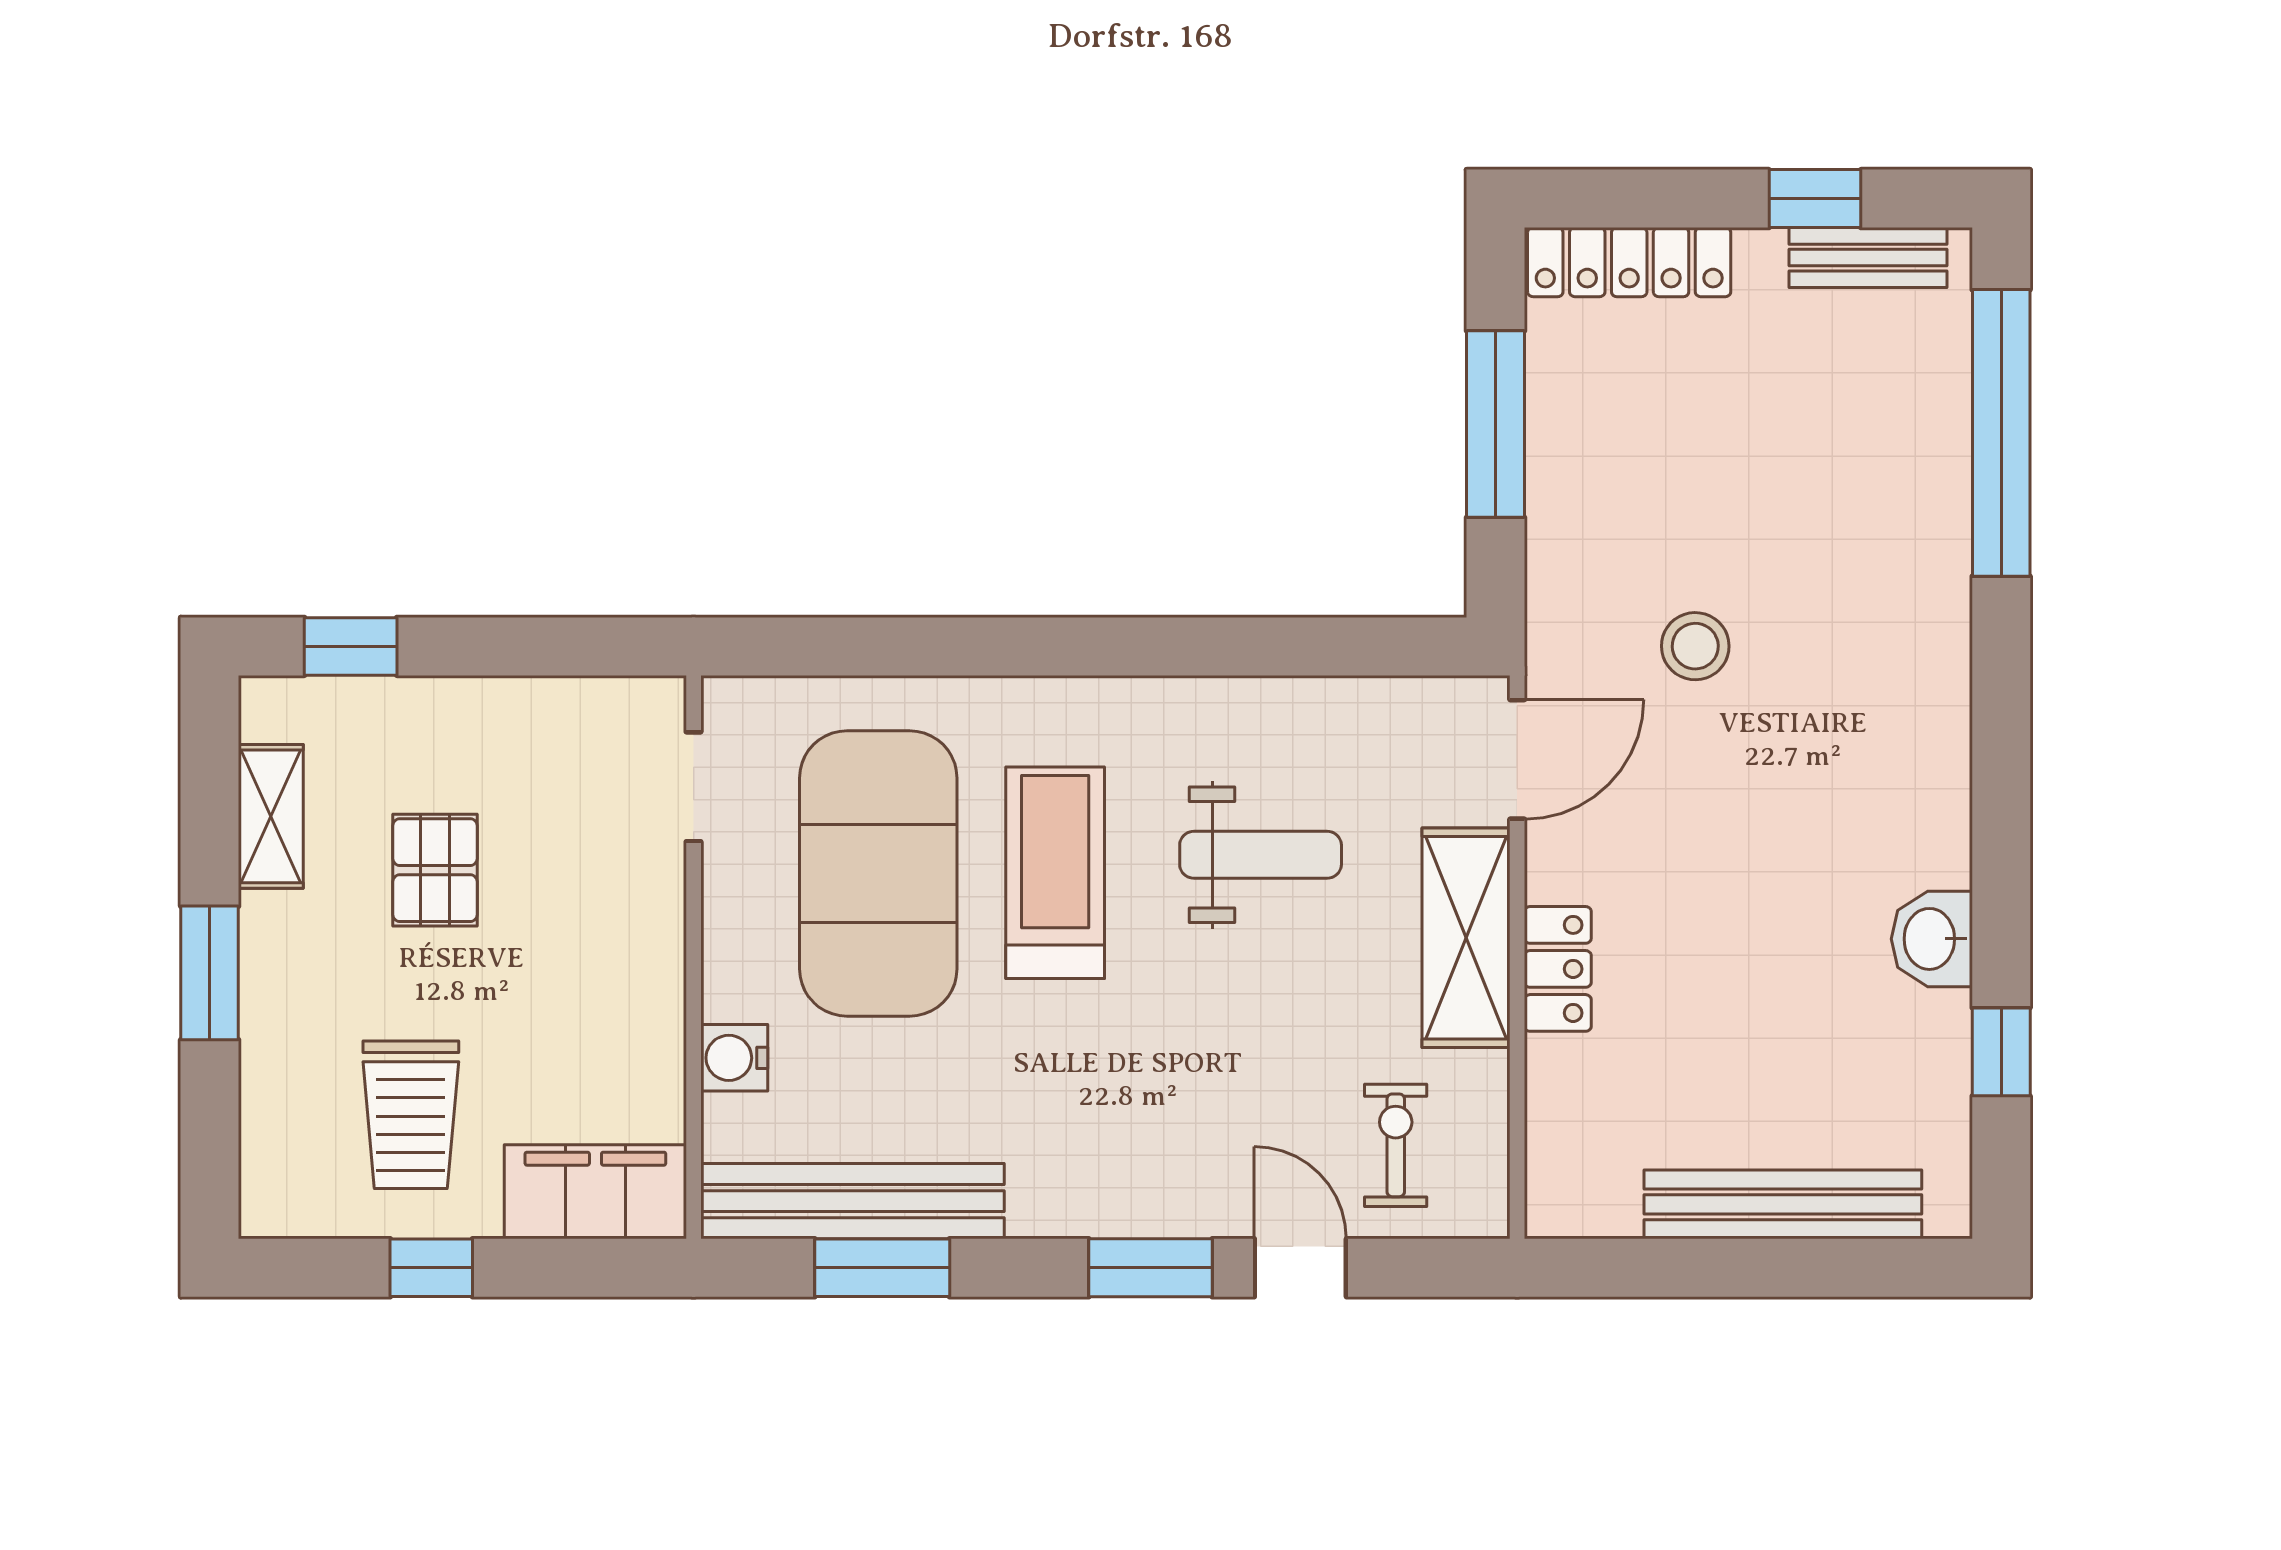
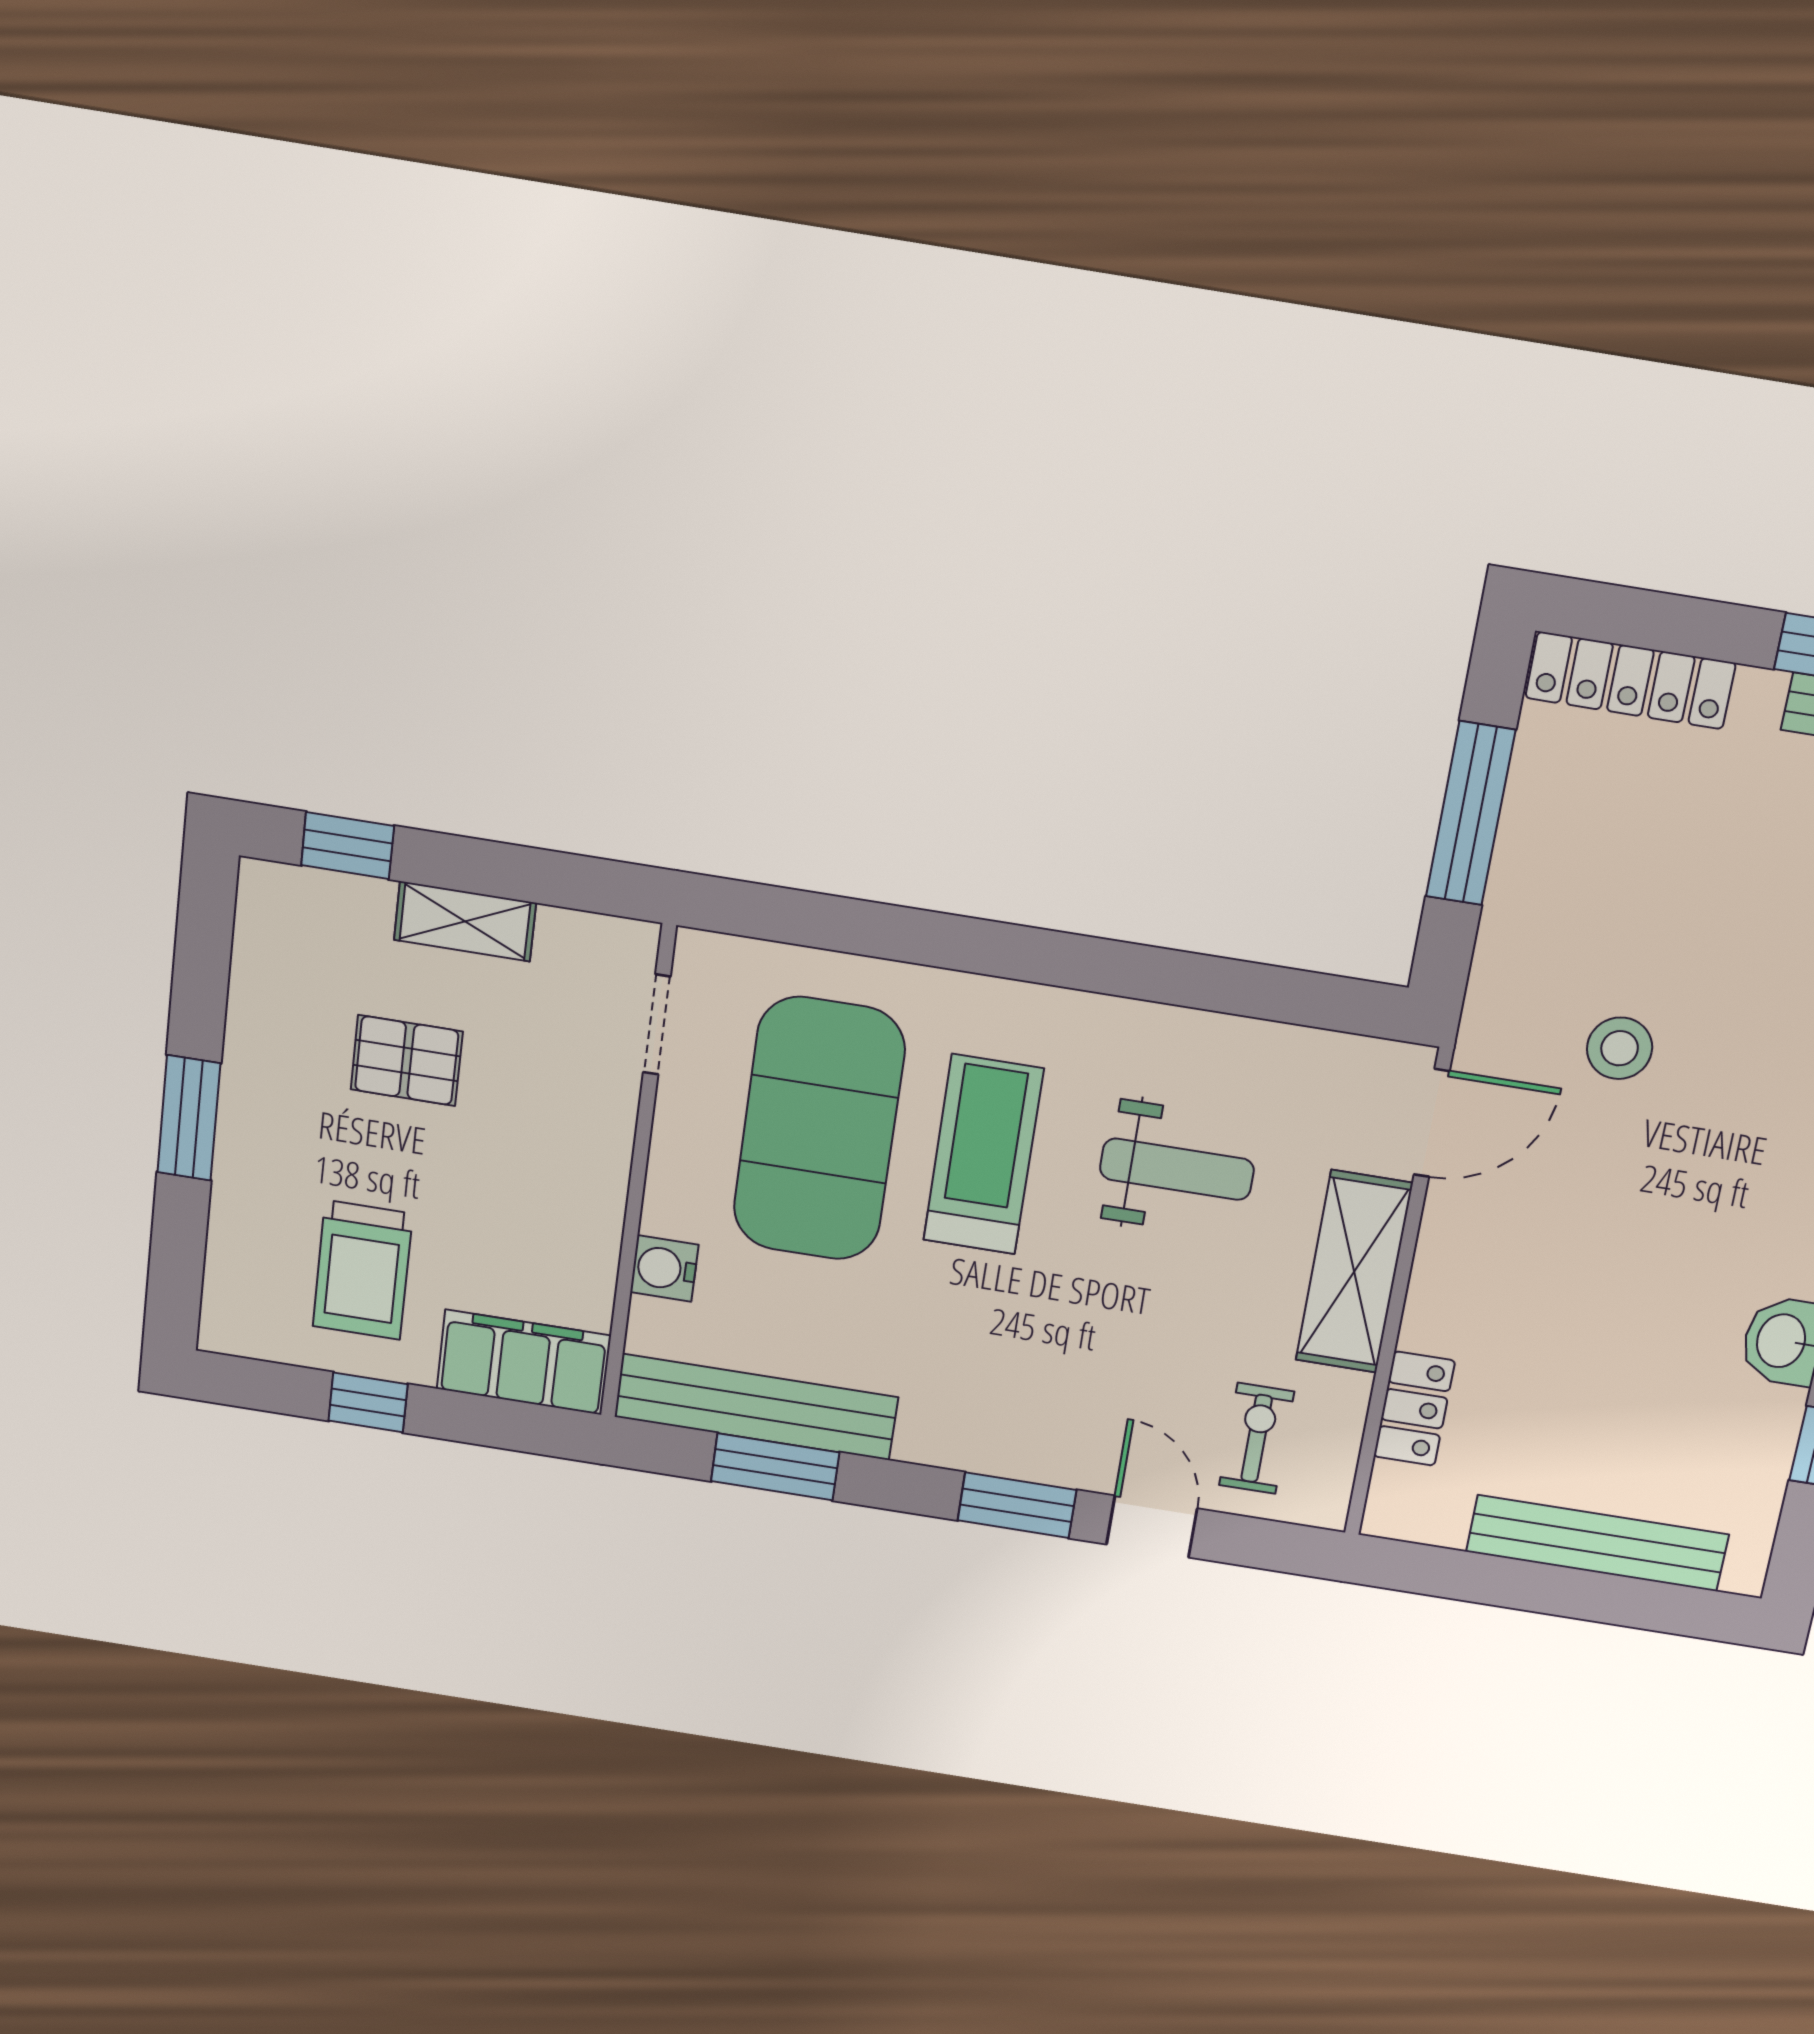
shelving: (271, 816) -> (465, 921), moved, turned 90
pallet: (435, 870) -> (407, 1060), turned 90
locker: (1558, 969) -> (1414, 1409), moved

